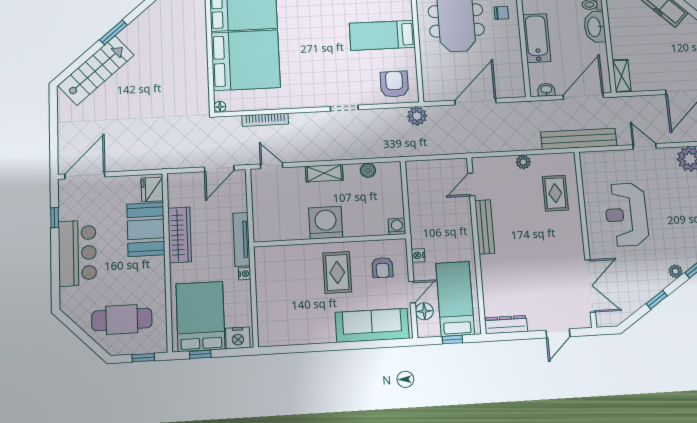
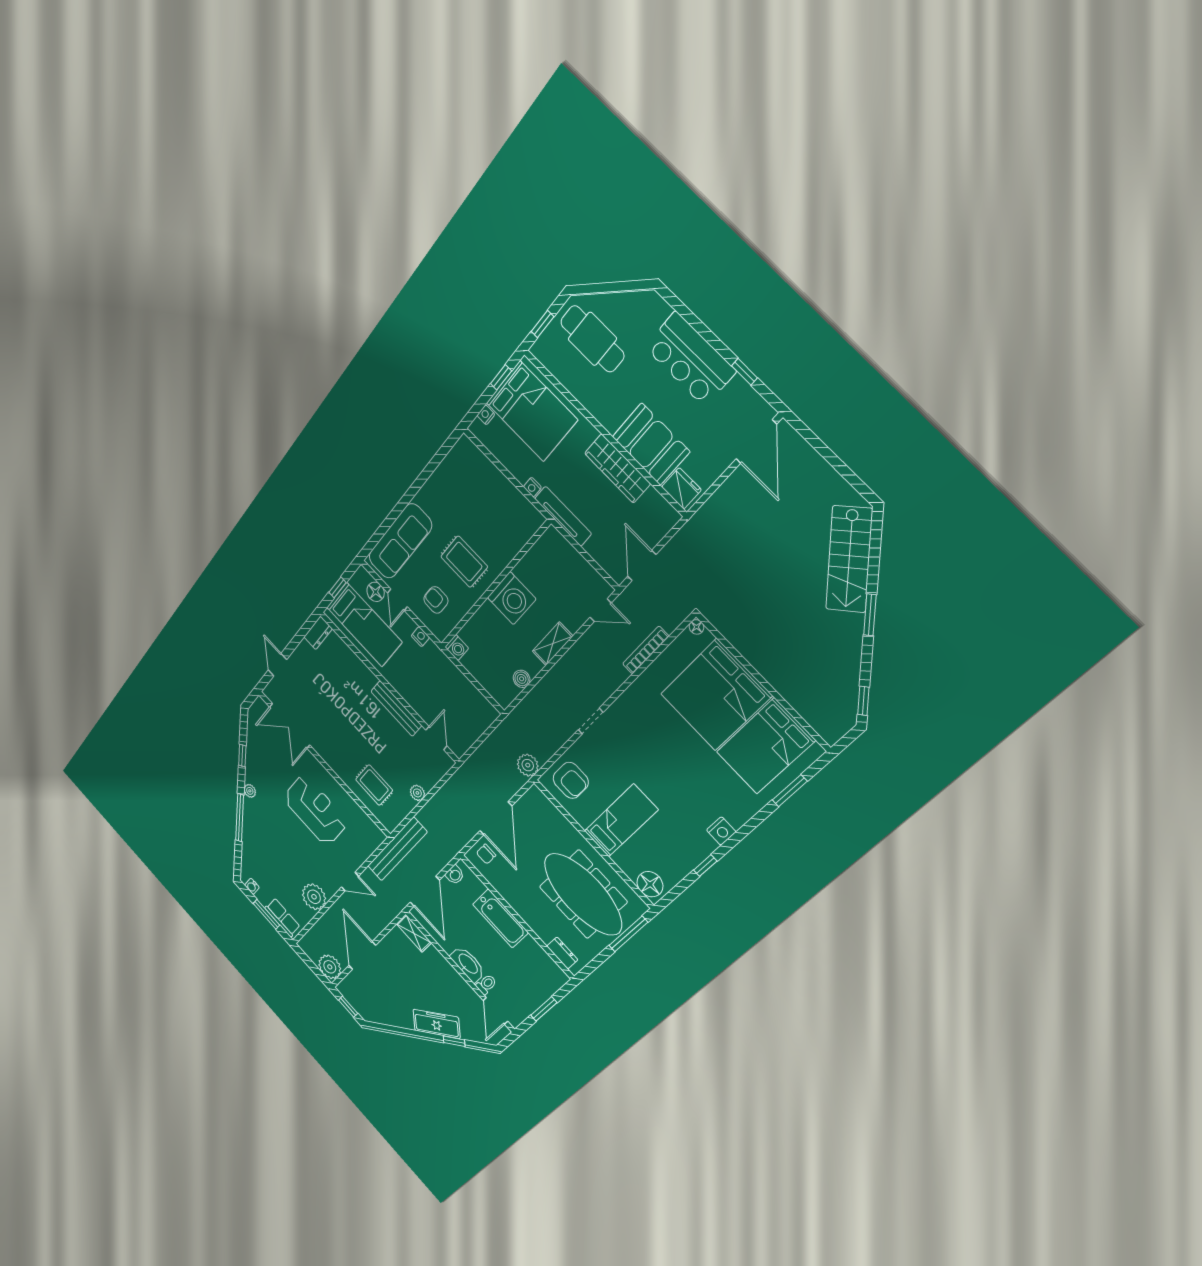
chair: (501, 13) -> (486, 854), moved
cafe table: (122, 319) -> (592, 339), turned 90
dresser: (506, 325) -> (318, 633), width x0.70
nightstand: (238, 338) -> (486, 415), width x0.53, depth x0.56

